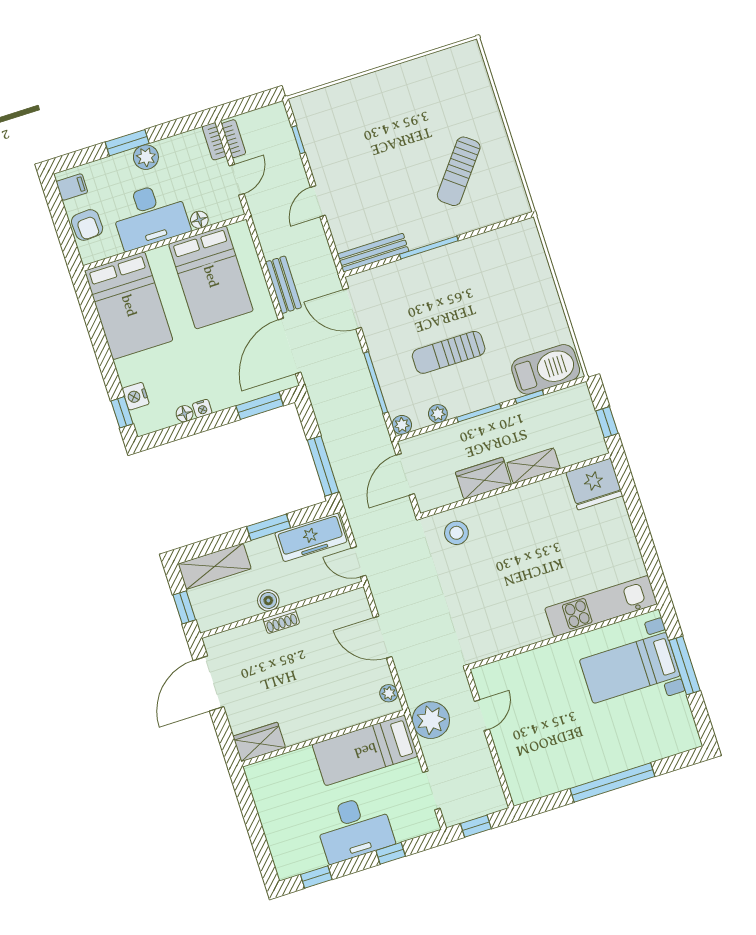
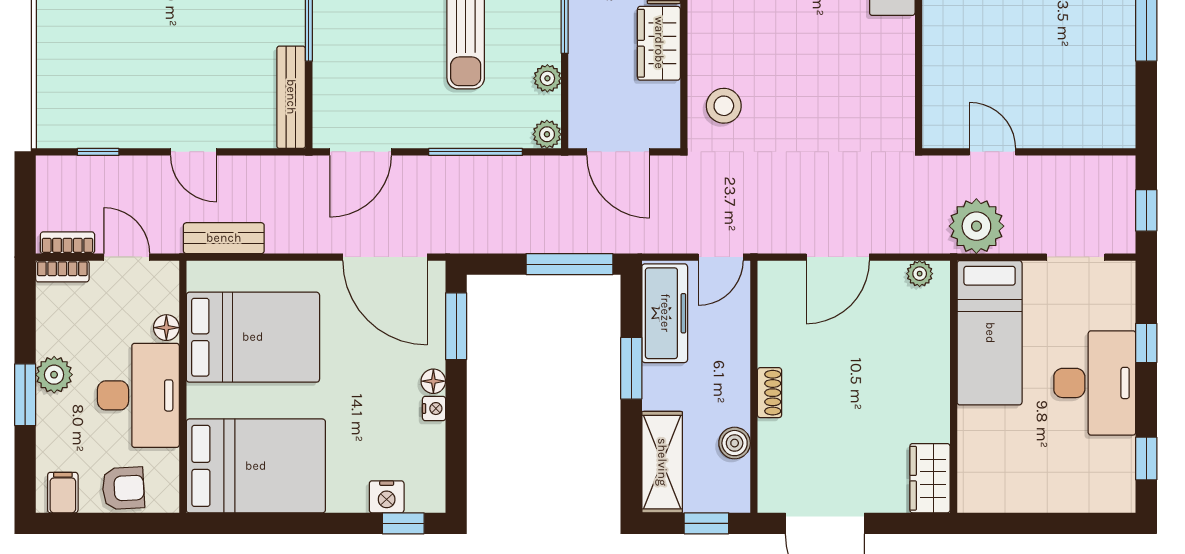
bench: (283, 285) -> (224, 238), moved
floor lamp: (185, 414) -> (433, 381), moved
boiler: (268, 600) -> (735, 443), moved

